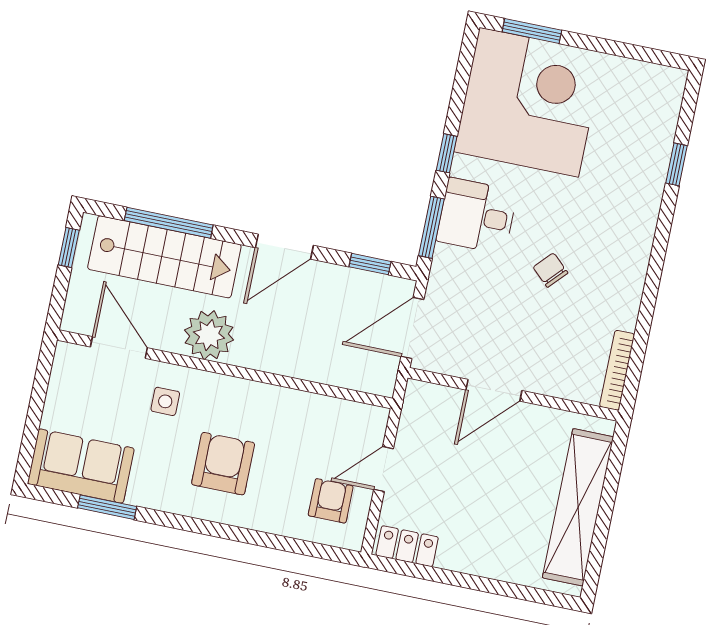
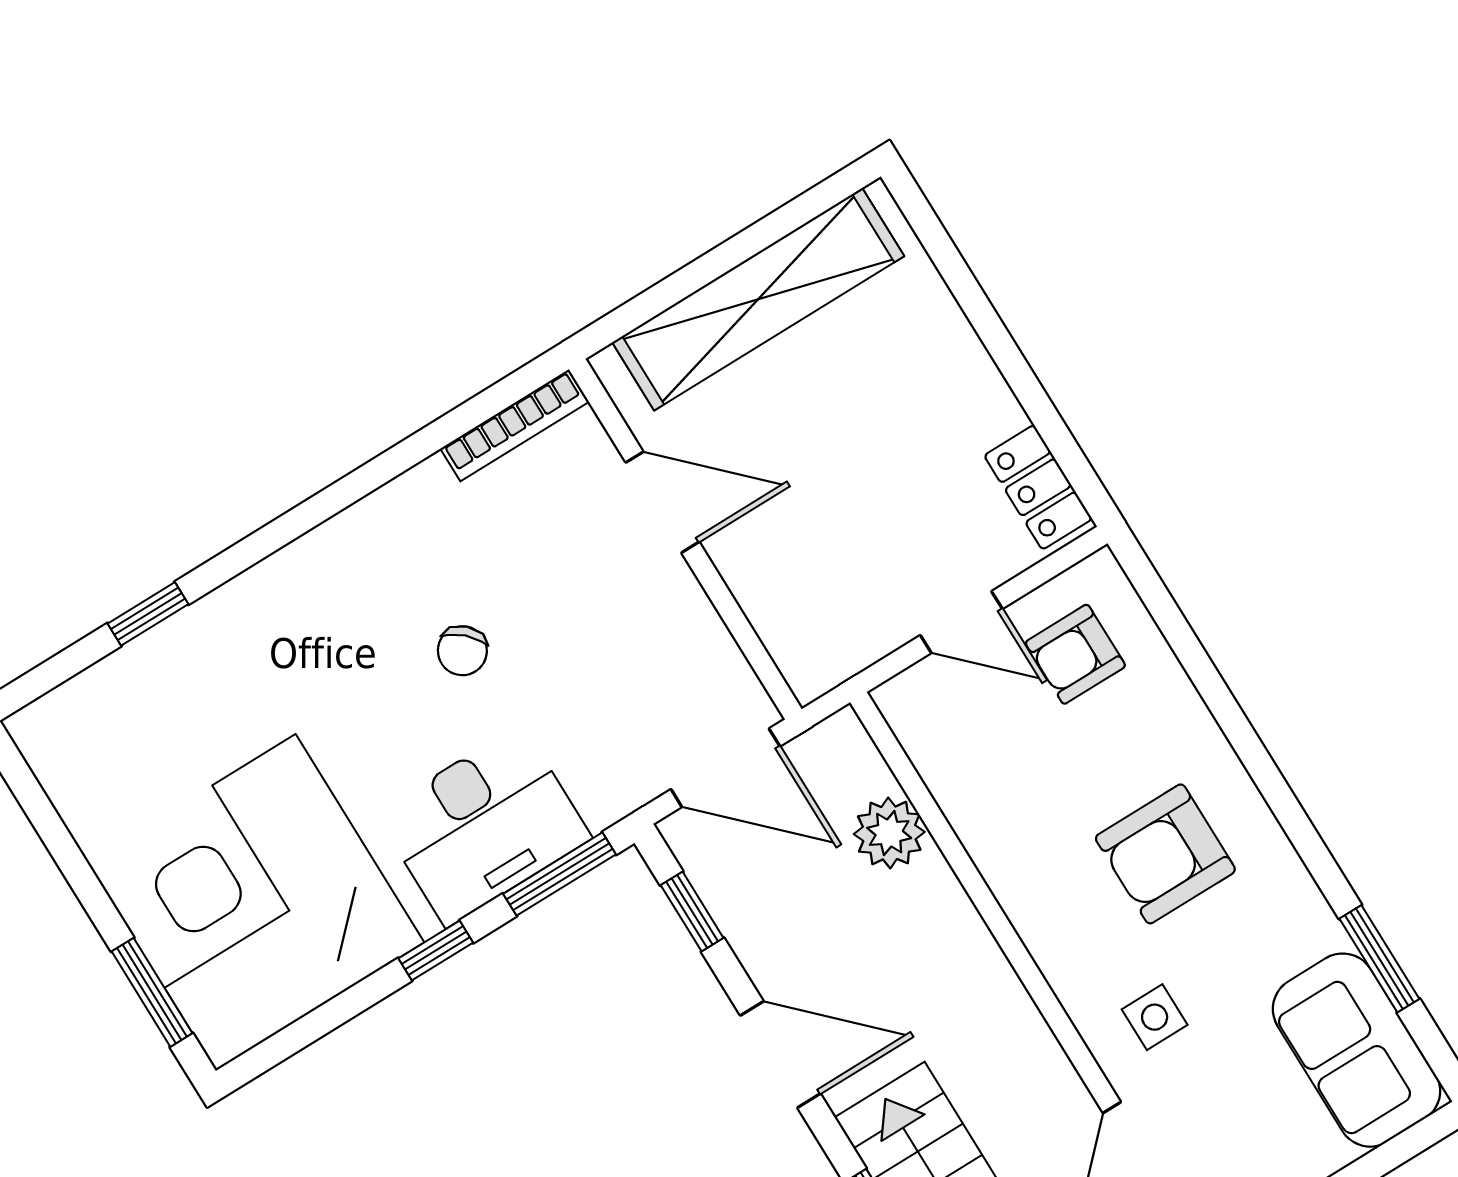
desk: (477, 216) -> (484, 826), width x1.37
plant: (209, 335) -> (889, 833), moved, width x0.73, depth x0.73
door: (494, 390) -> (662, 502), moved

